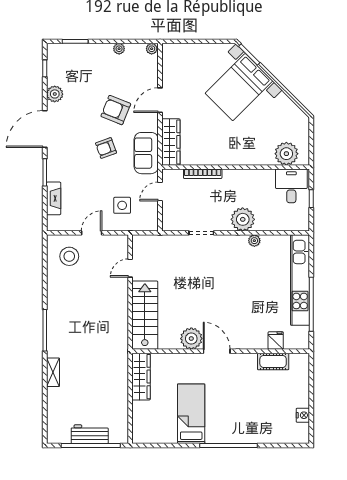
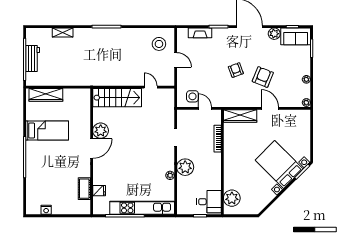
sofa: (146, 153) -> (296, 36), moved, turned 180
side table: (122, 205) -> (192, 96), moved
shelving: (53, 372) -> (63, 32), moved
wardrobe: (141, 377) -> (46, 95), moved

